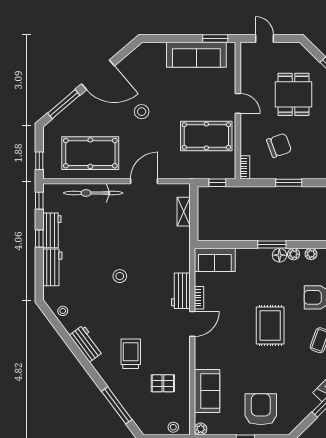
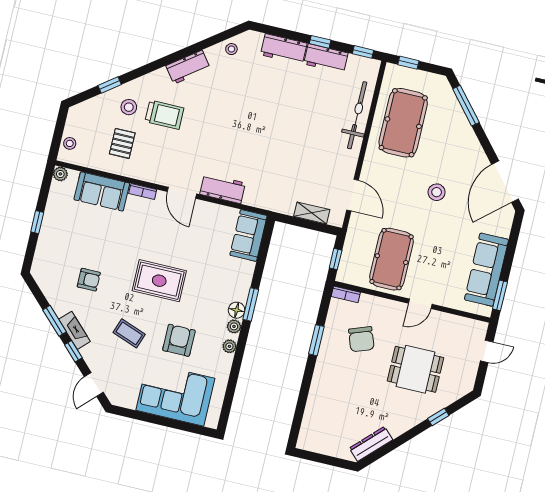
door: (98, 75) -> (505, 182), moved
door: (144, 181) -> (352, 195), moved
stool: (120, 276) -> (129, 107), moved
bookcase: (199, 298) -> (143, 191), moved
window: (117, 405) -> (110, 85), width x0.46
armchair: (261, 409) -> (89, 280), moved, width x0.53, depth x0.53

